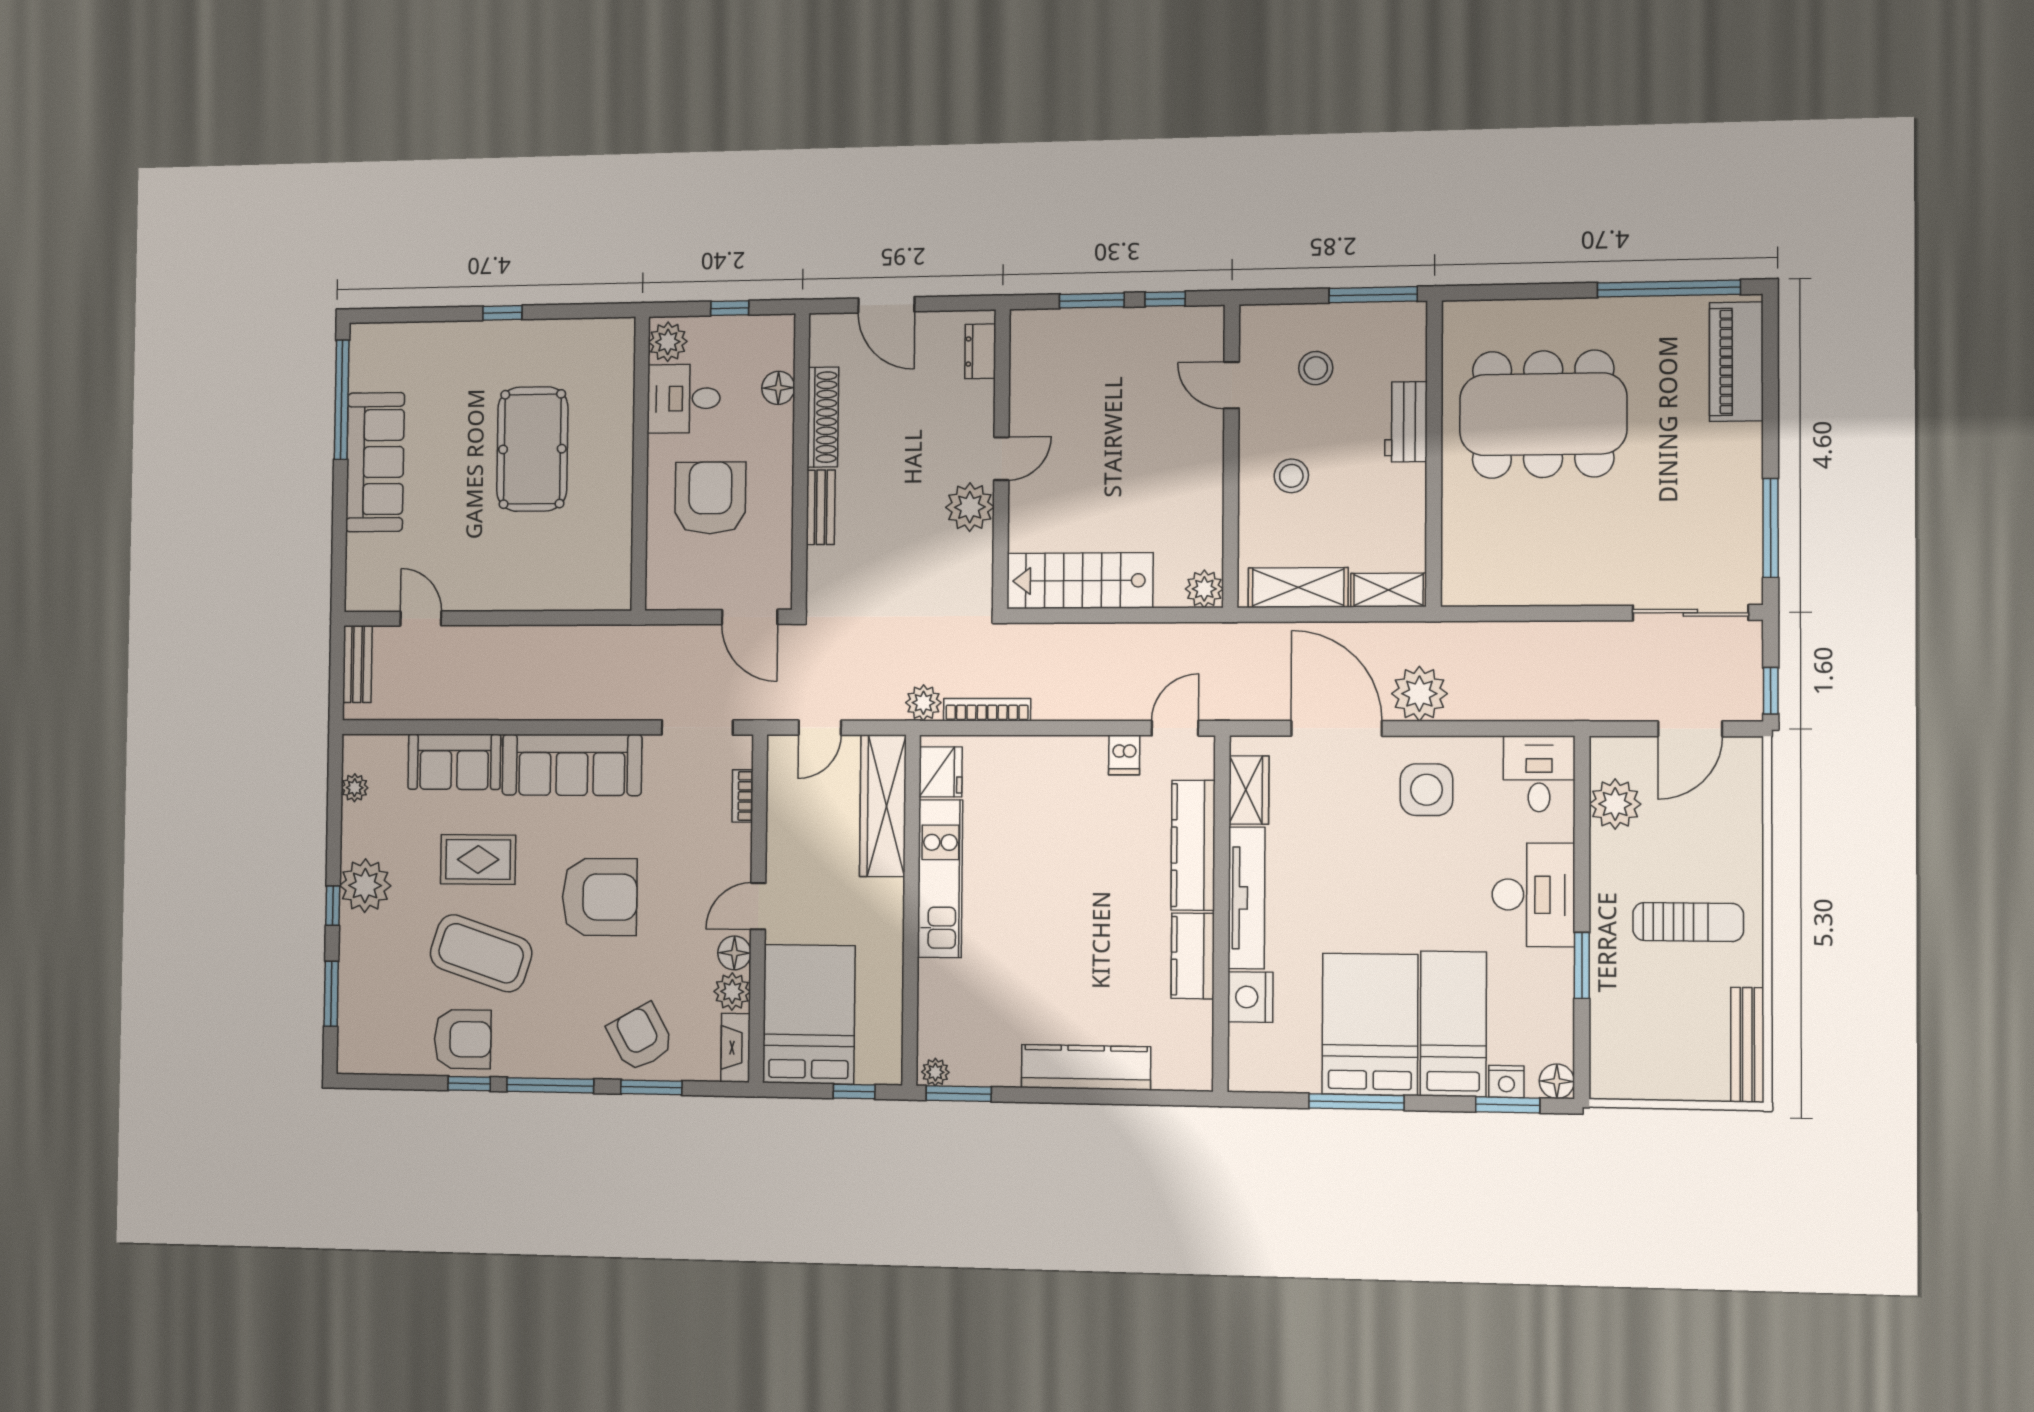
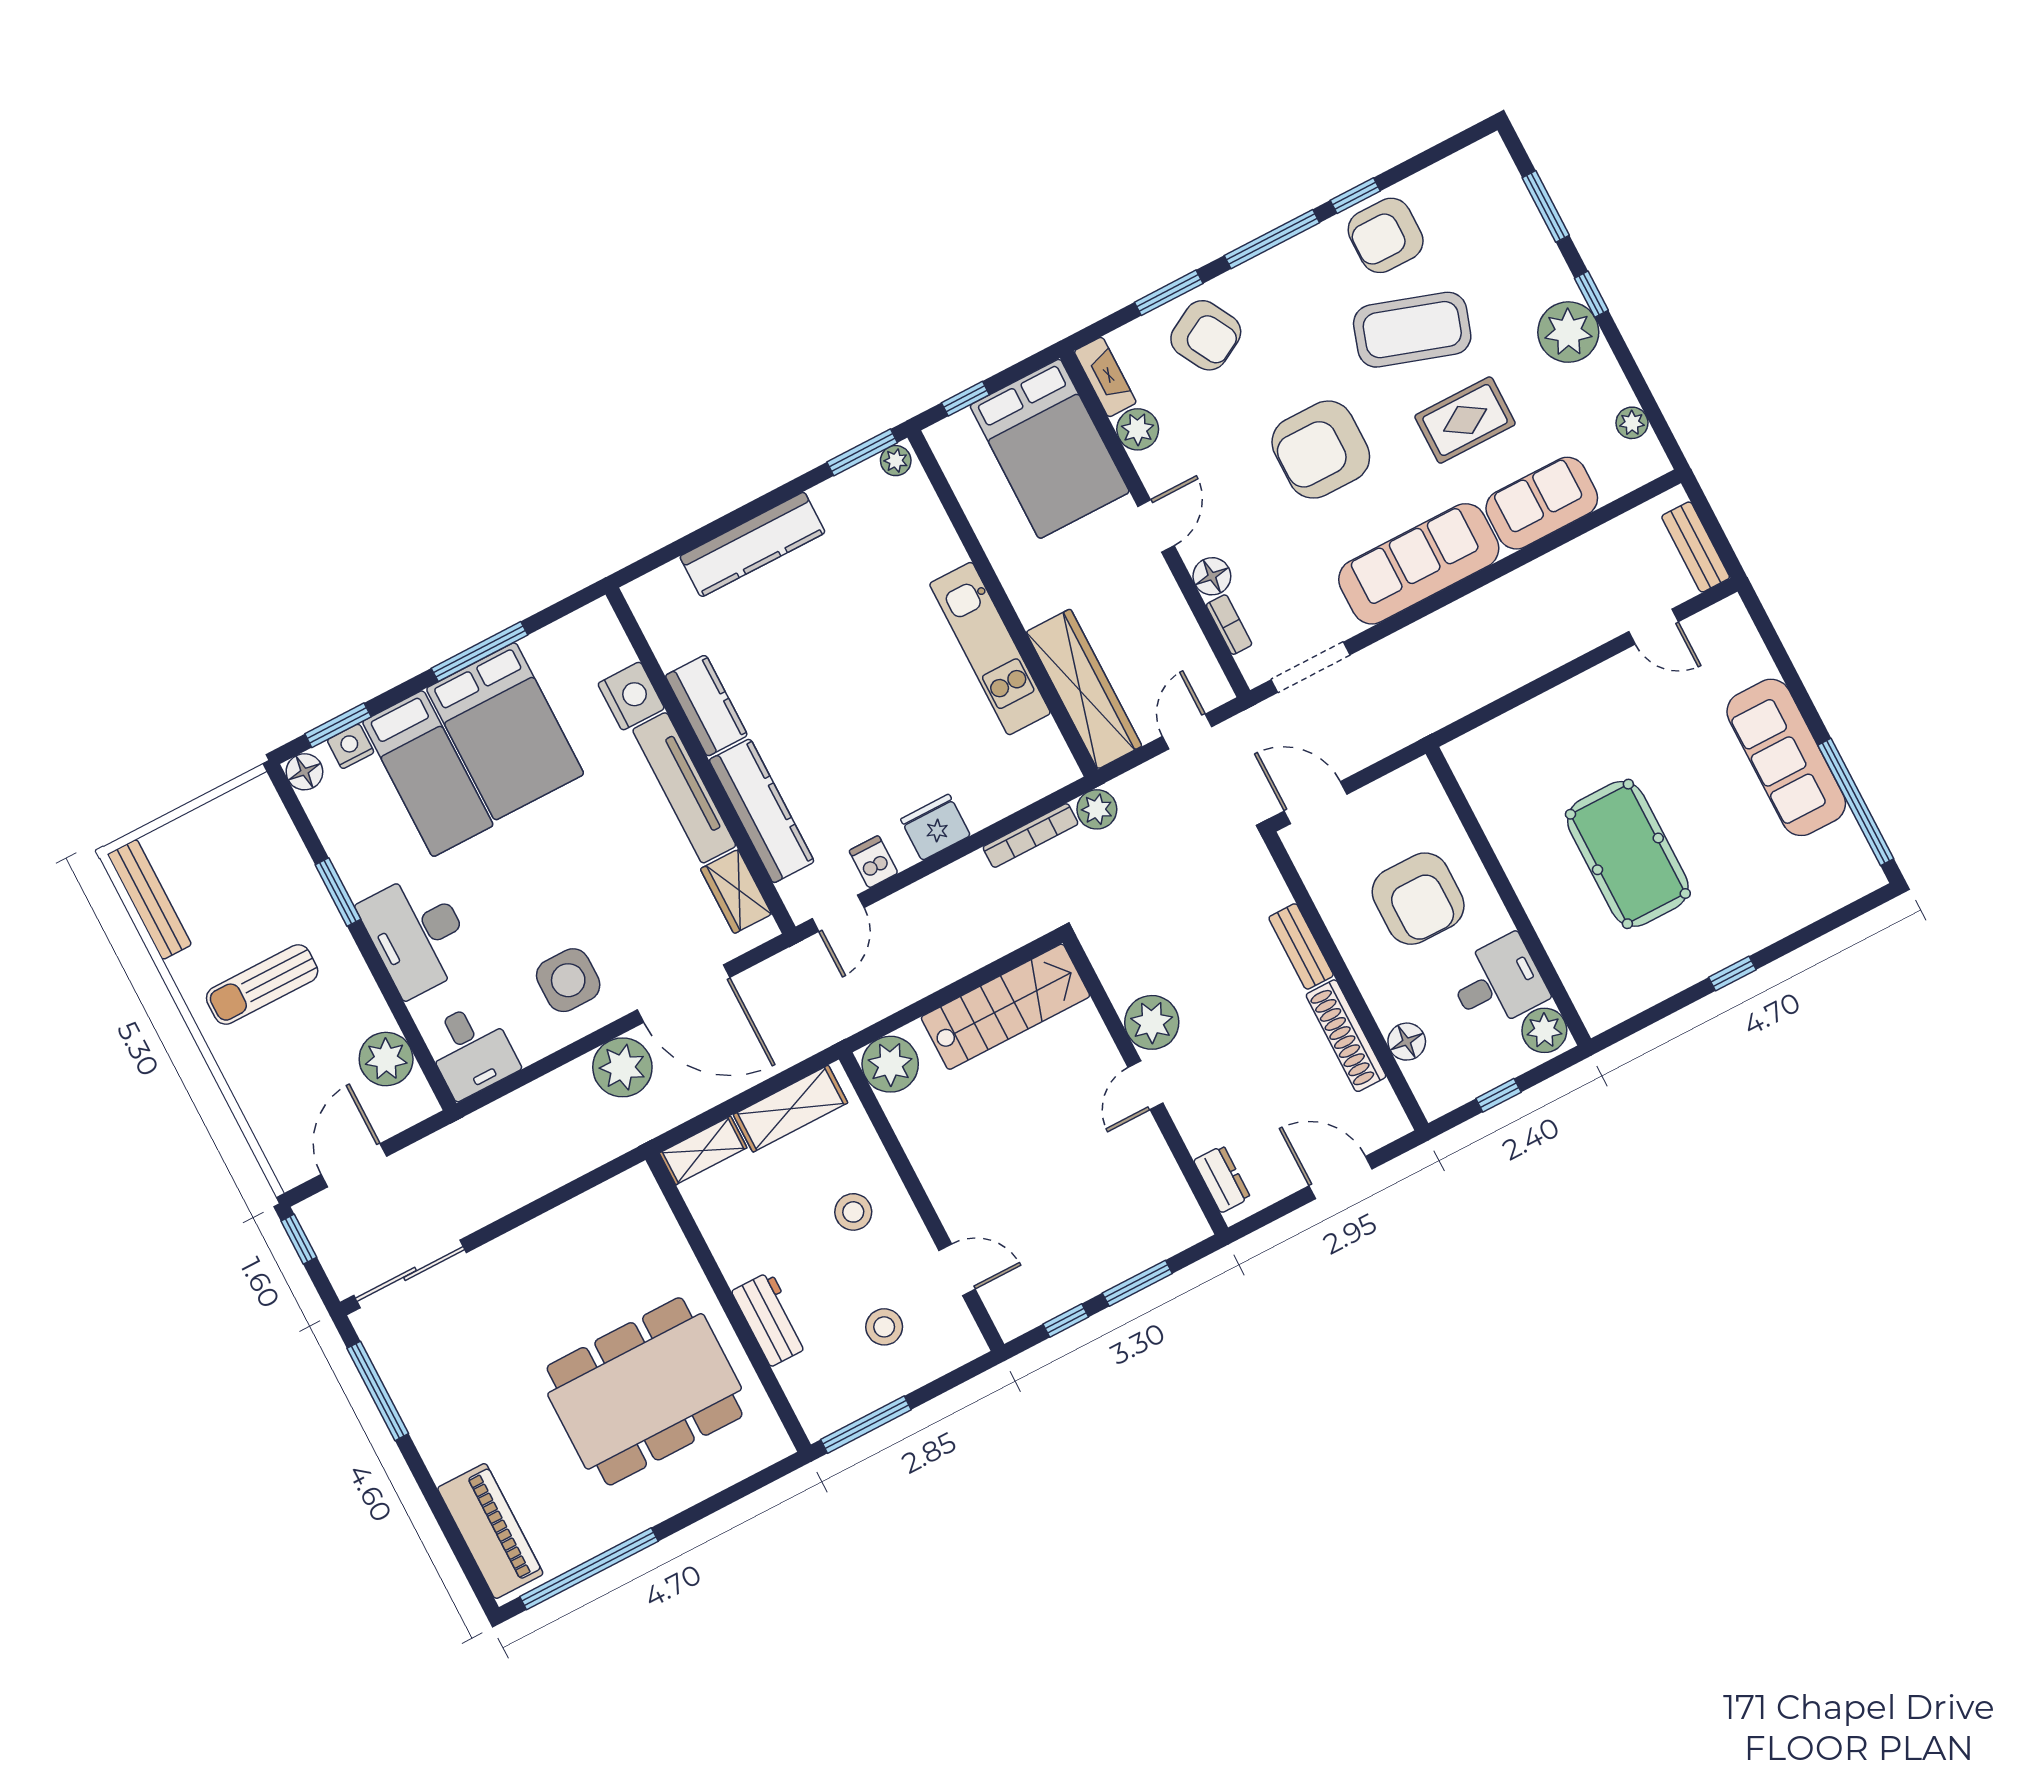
plant: (1204, 589) -> (890, 1064), width x1.36, depth x1.36
fridge: (941, 772) -> (935, 827), moved, turned 90
floor lamp: (734, 953) -> (1212, 576), moved

